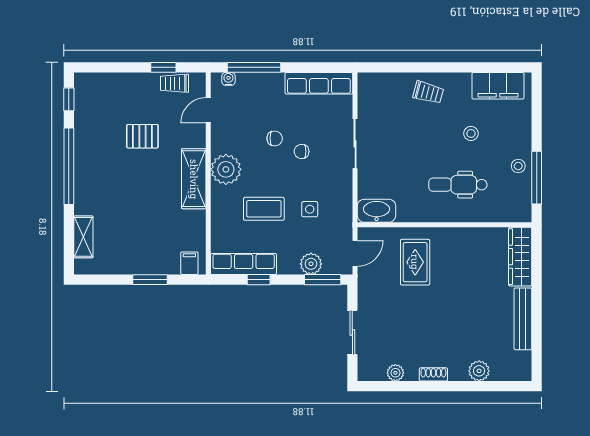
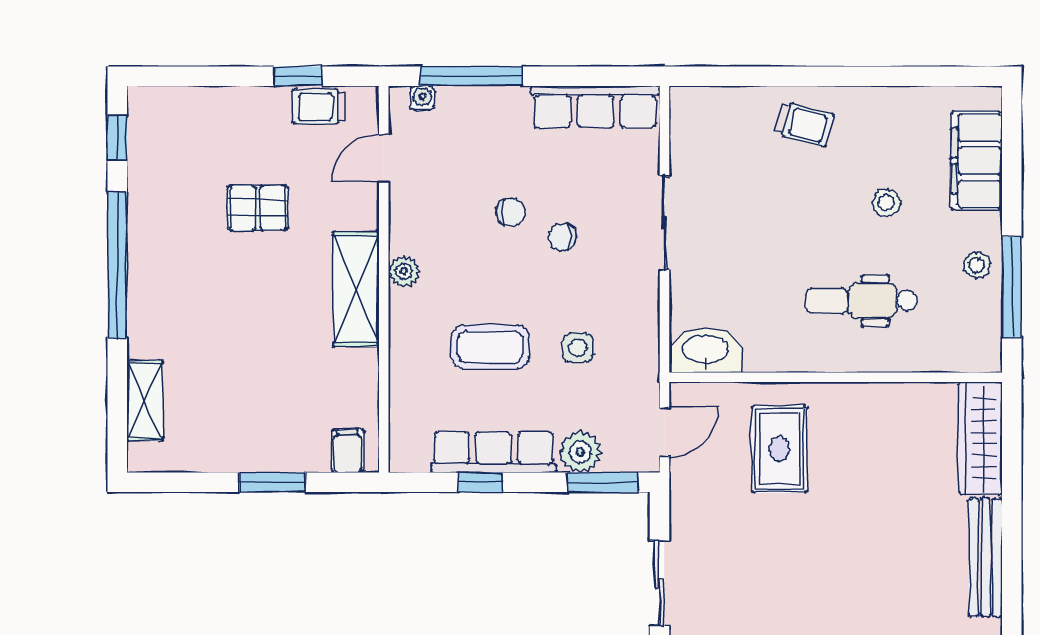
filing cabinet: (498, 86) -> (976, 161), moved, turned 90
plant: (226, 169) -> (404, 271), width x0.53, depth x0.53
row of seats: (244, 264) -> (493, 452), moved

